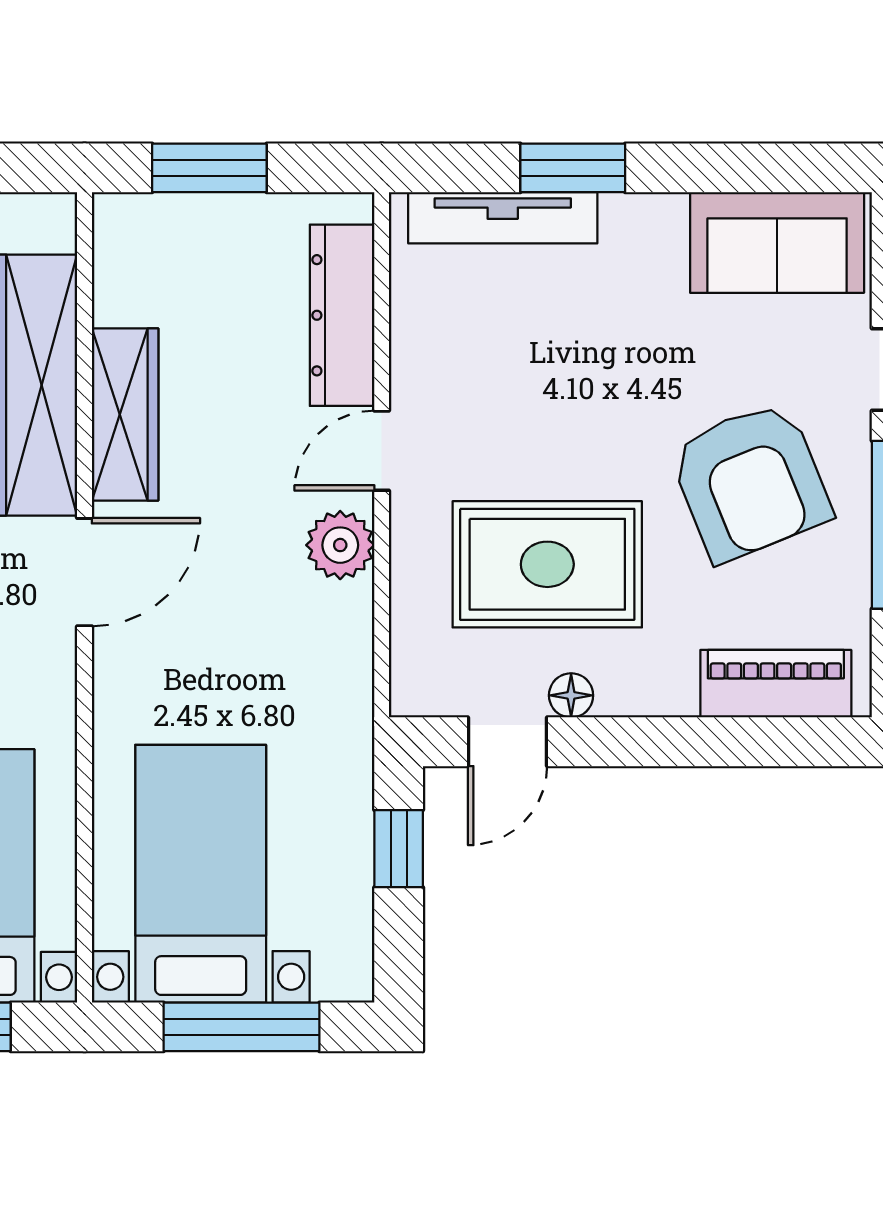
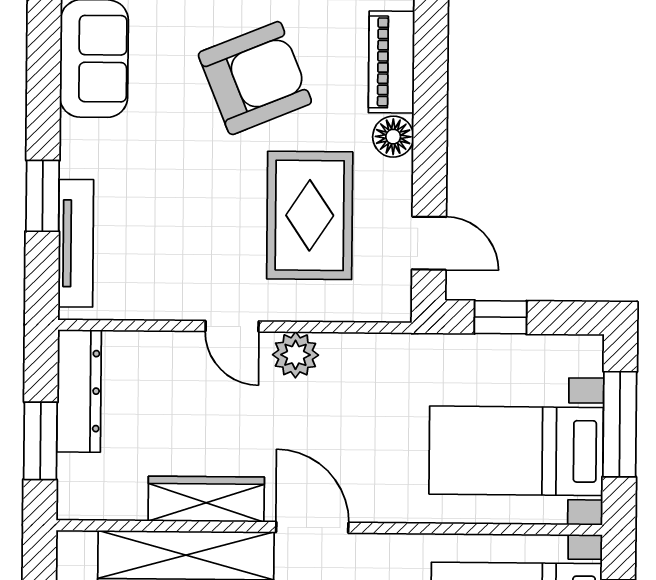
dresser: (342, 315) -> (79, 391), moved, turned -90
floor lamp: (571, 695) -> (393, 137), moved, width x1.37, depth x1.37

